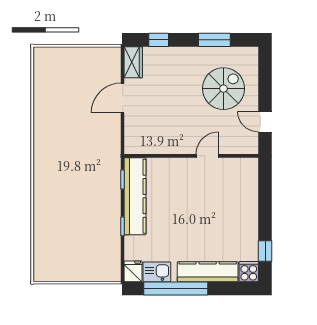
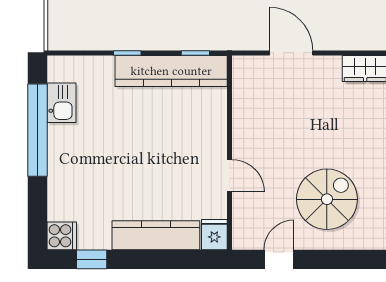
spiral stairs: (223, 89) -> (327, 199), turned -90
door: (123, 98) -> (291, 53), moved
fridge: (133, 271) -> (214, 235), moved, turned -90
kitchen counter: (208, 272) -> (156, 235), moved, turned -90

